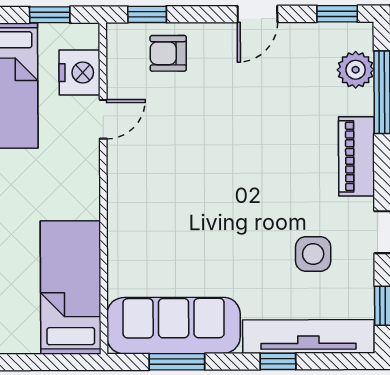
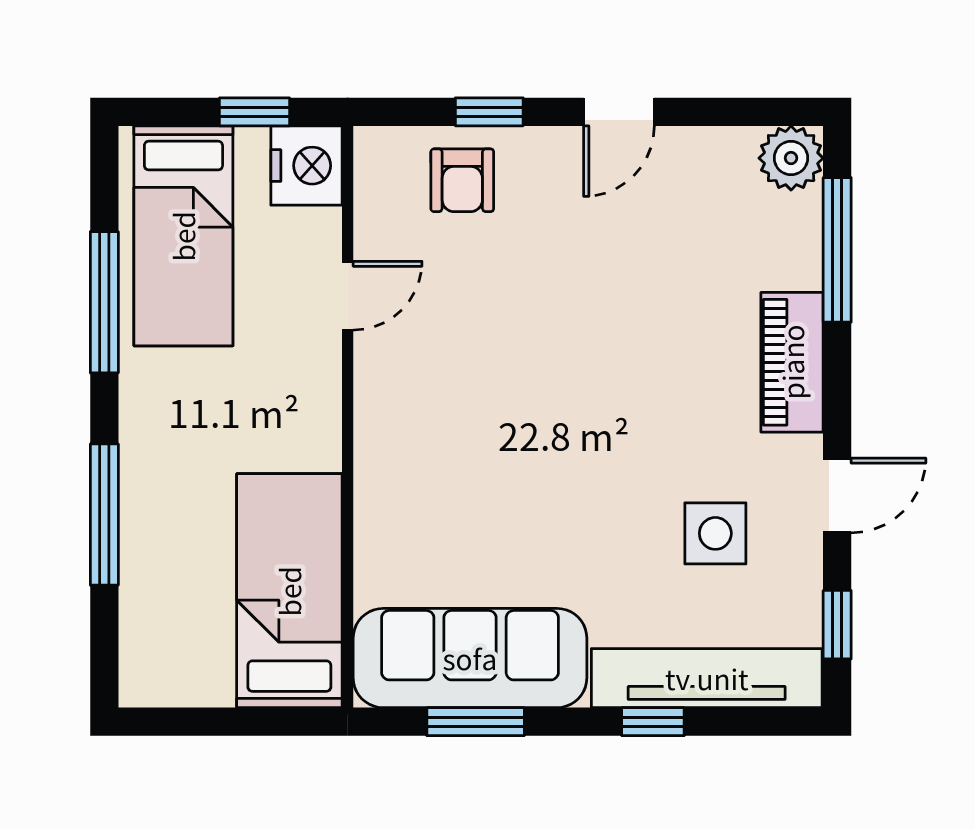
window: (147, 14) -> (489, 112), moved
window: (337, 14) -> (759, 112), removed
armchair: (168, 53) -> (462, 180), turned -90
plant: (356, 70) -> (791, 158), moved
nightstand: (79, 73) -> (306, 166), moved

